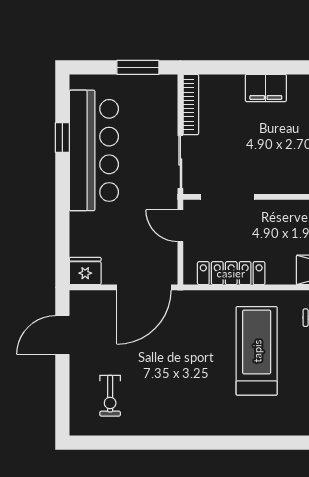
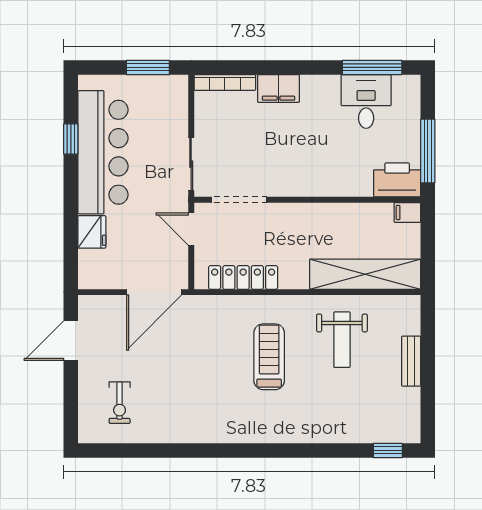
bookcase: (191, 105) -> (225, 82), moved, turned 90
fridge: (85, 271) -> (92, 232), moved, turned 90
treadmill: (257, 351) -> (269, 357), width x0.73, depth x0.73

